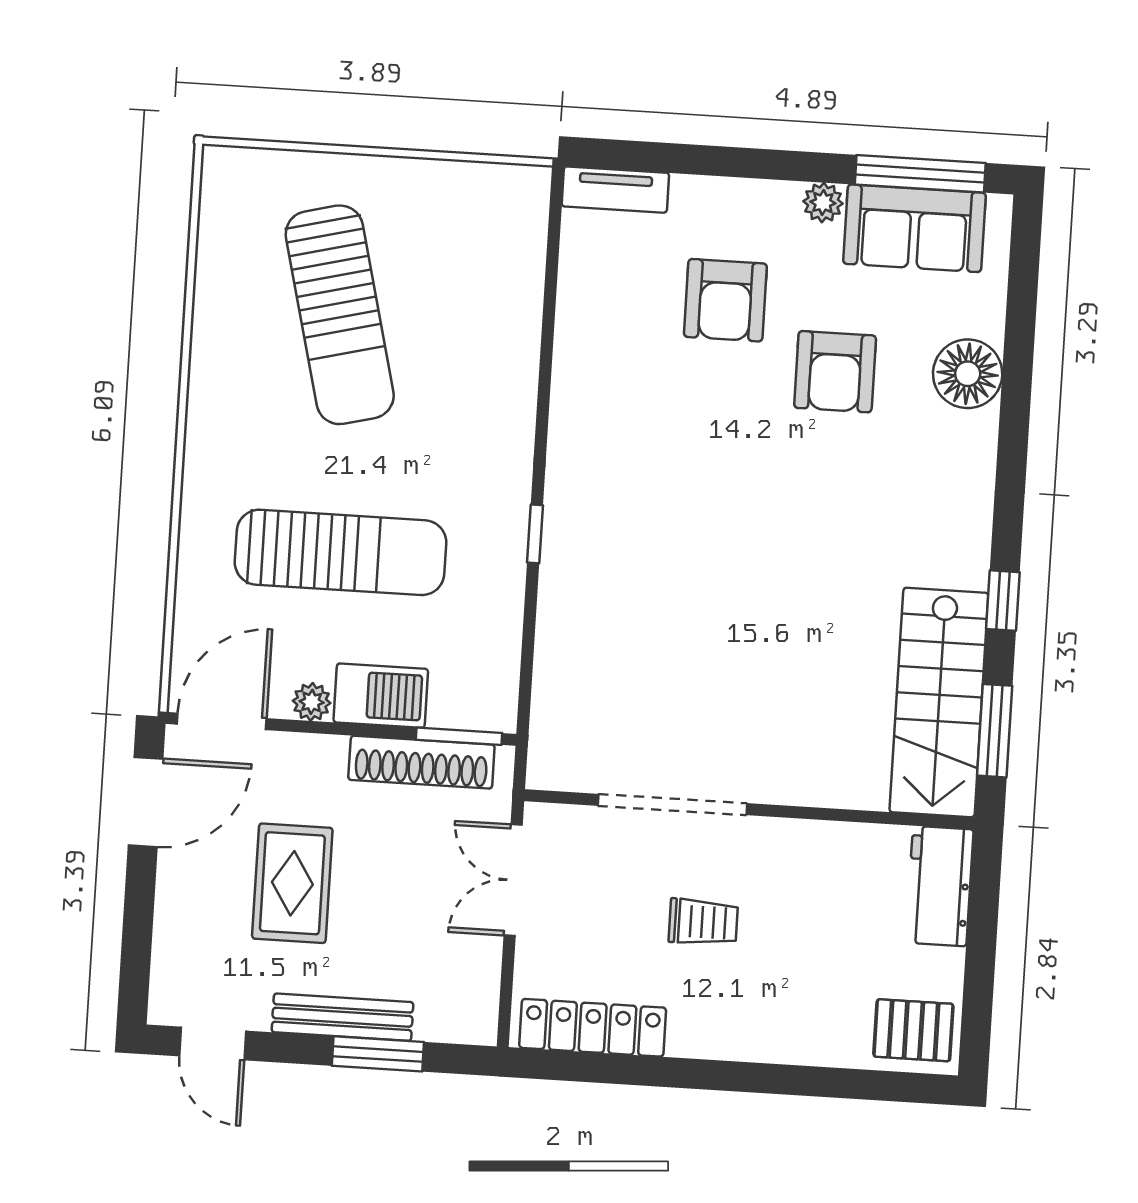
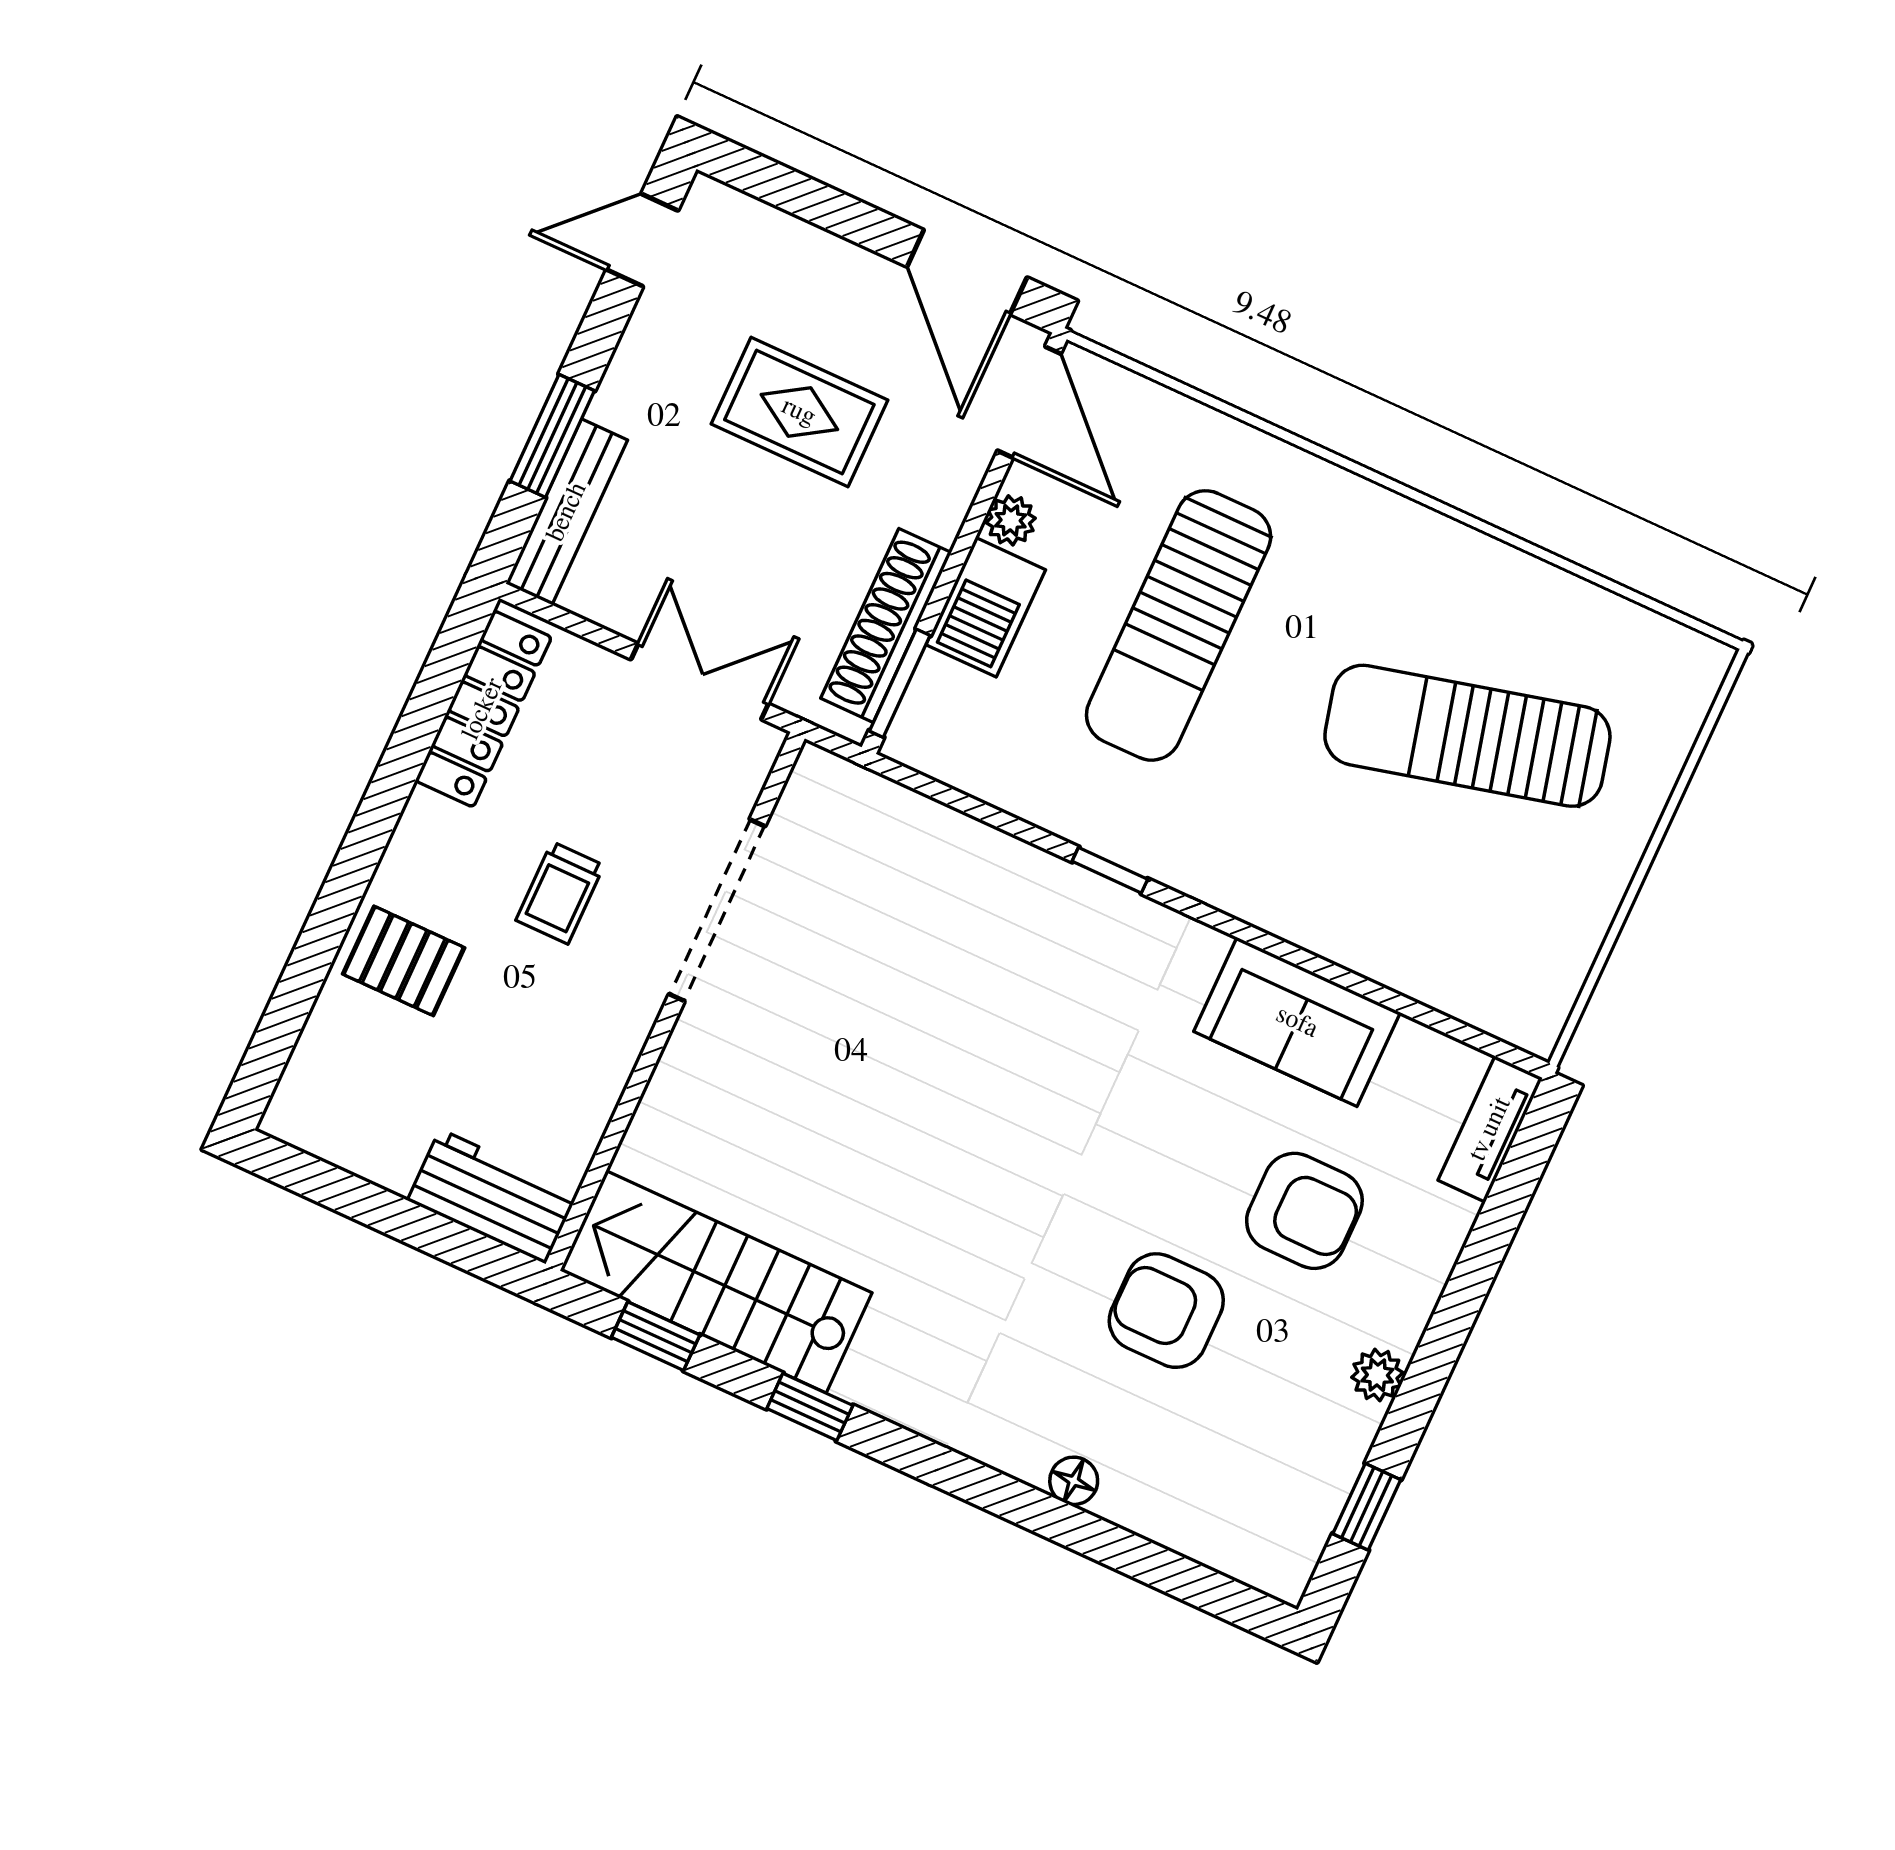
window: (920, 174) -> (1367, 1507), width x0.46
sofa: (914, 228) -> (1297, 1022), moved, turned -90
armchair: (725, 300) -> (1304, 1211), turned 180
floor lamp: (968, 374) -> (1074, 1481), width x0.53, depth x0.53
window: (995, 731) -> (656, 1336), width x0.67
bench: (342, 1017) -> (567, 512), moved
pallet: (913, 1030) -> (404, 961), moved, turned 90

